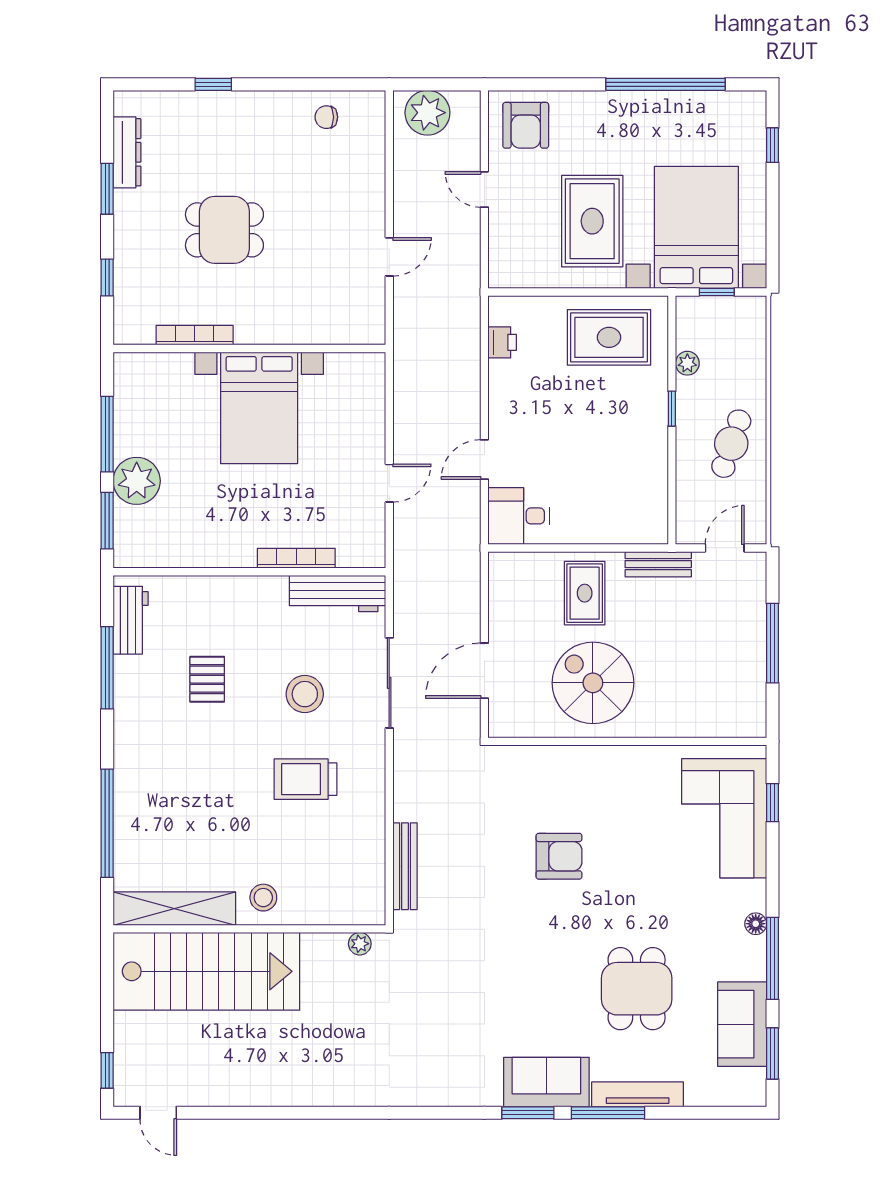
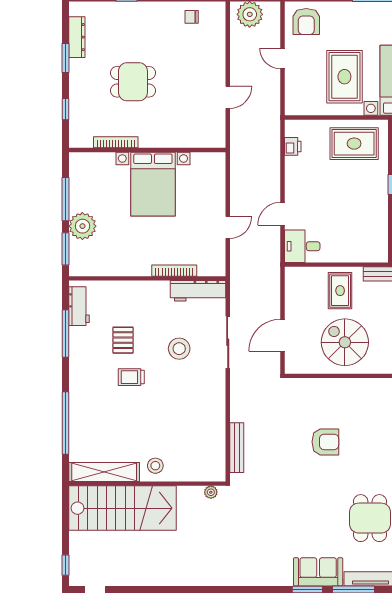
trolley: (305, 779) -> (131, 377), moved, width x0.73, depth x0.72

